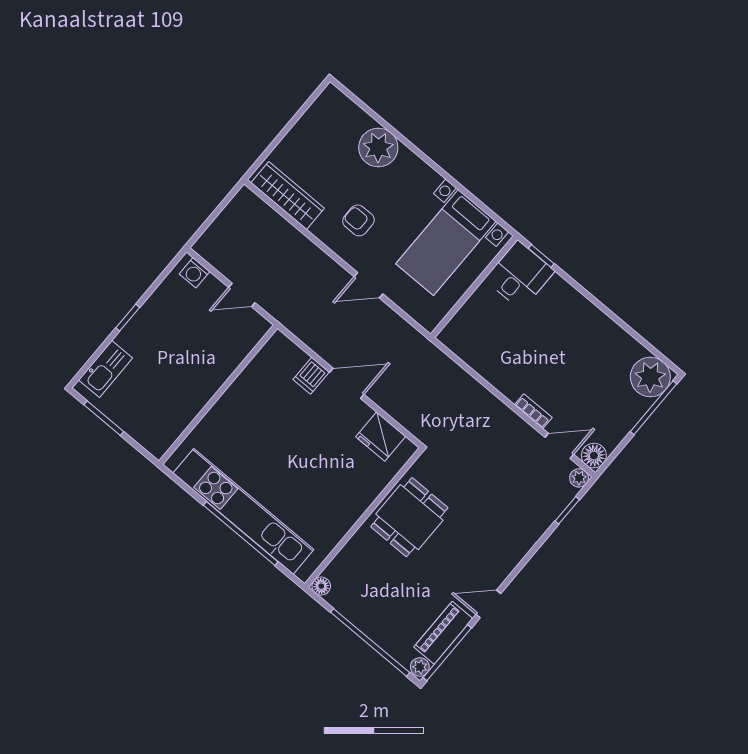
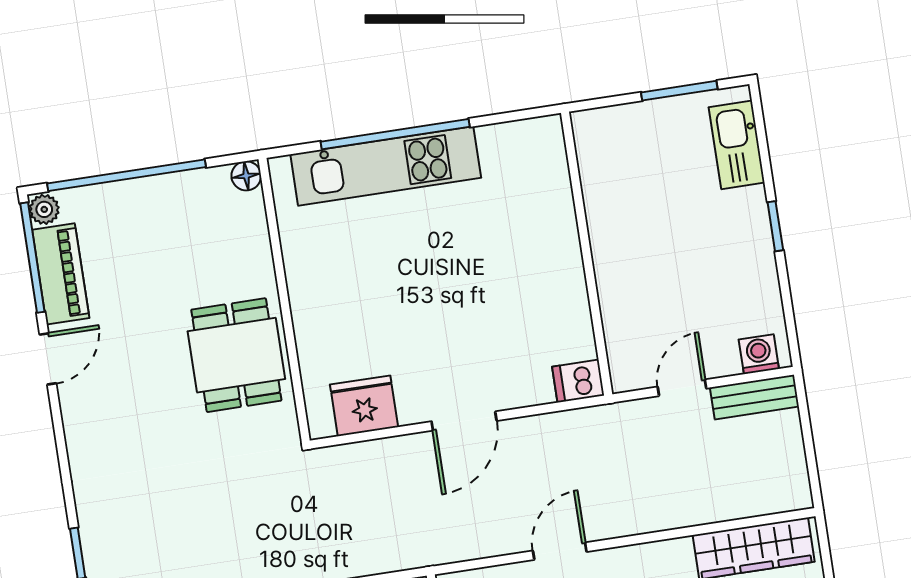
bench: (216, 257) -> (754, 397), added
dishwasher: (311, 376) -> (578, 381), moved, turned -90
kitchen unit: (243, 511) -> (386, 166), width x0.73

